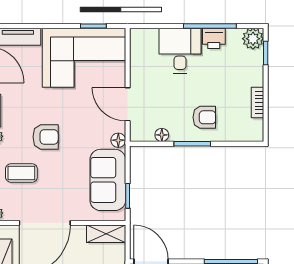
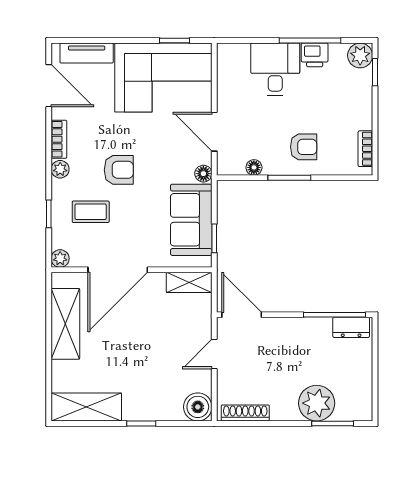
bookcase: (257, 103) -> (365, 149), moved

